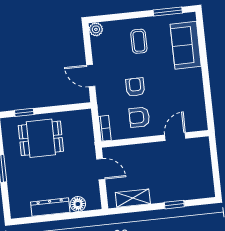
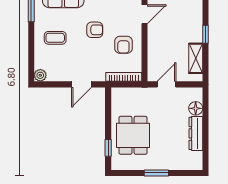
armchair: (135, 87) -> (95, 30), moved, turned 180
bookcase: (105, 128) -> (124, 77), width x1.56
door: (175, 137) -> (144, 14), swing flipped
window: (174, 205) -> (205, 34), moved

